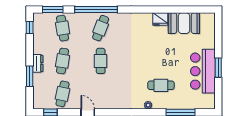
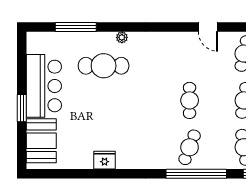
booth: (184, 23) -> (41, 141), moved, turned 90
window: (218, 68) -> (22, 108), moved
cafe table: (161, 85) -> (104, 66), width x1.37, depth x1.35

